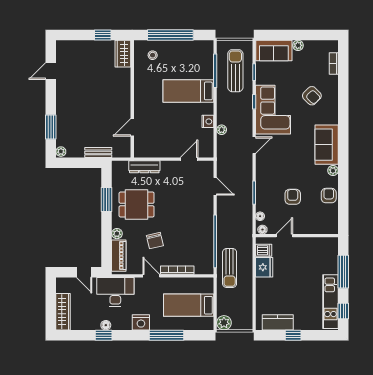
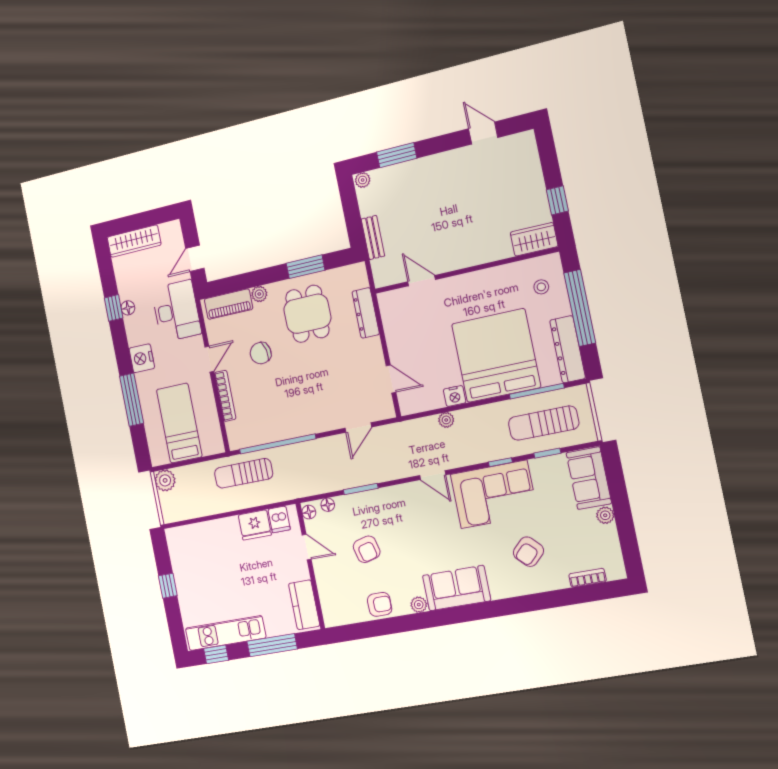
dresser: (194, 47) -> (568, 349), added
sun lounger: (235, 71) -> (544, 423), turned 180
bed: (188, 91) -> (496, 356), width x2.04
armchair: (293, 197) -> (367, 549), turned 76
kitchen counter: (278, 322) -> (304, 605), moved, turned 180

